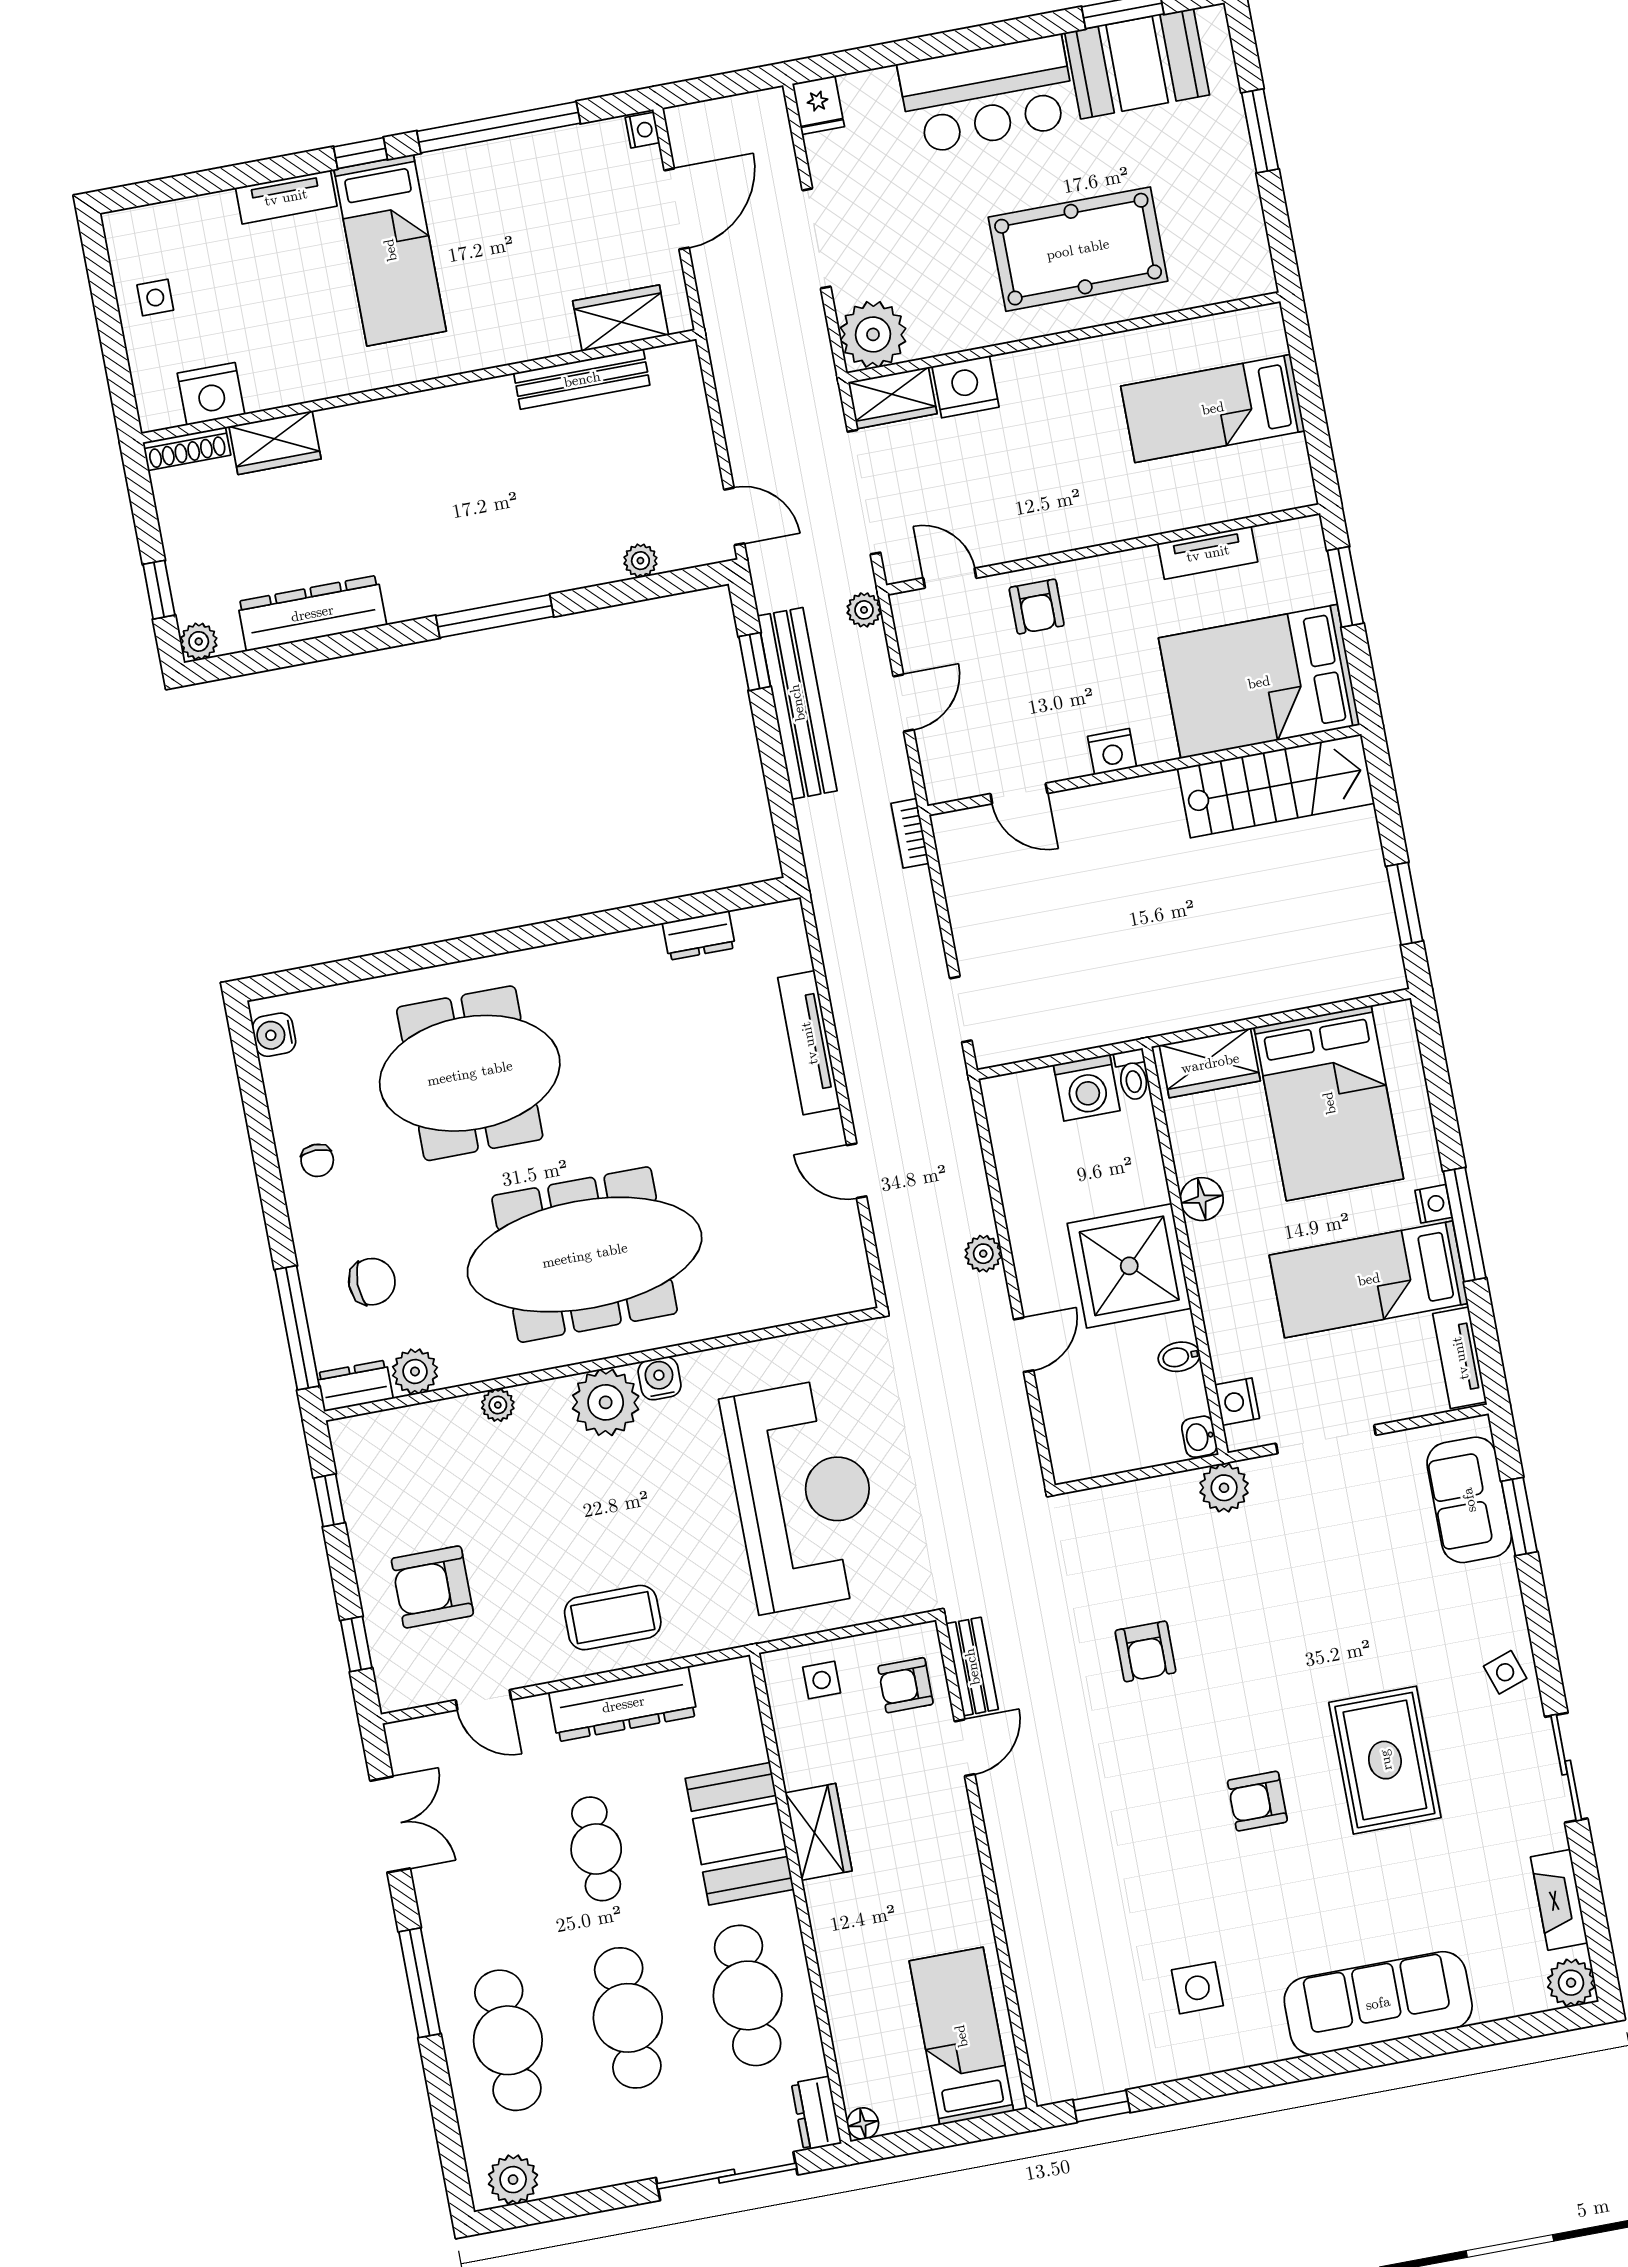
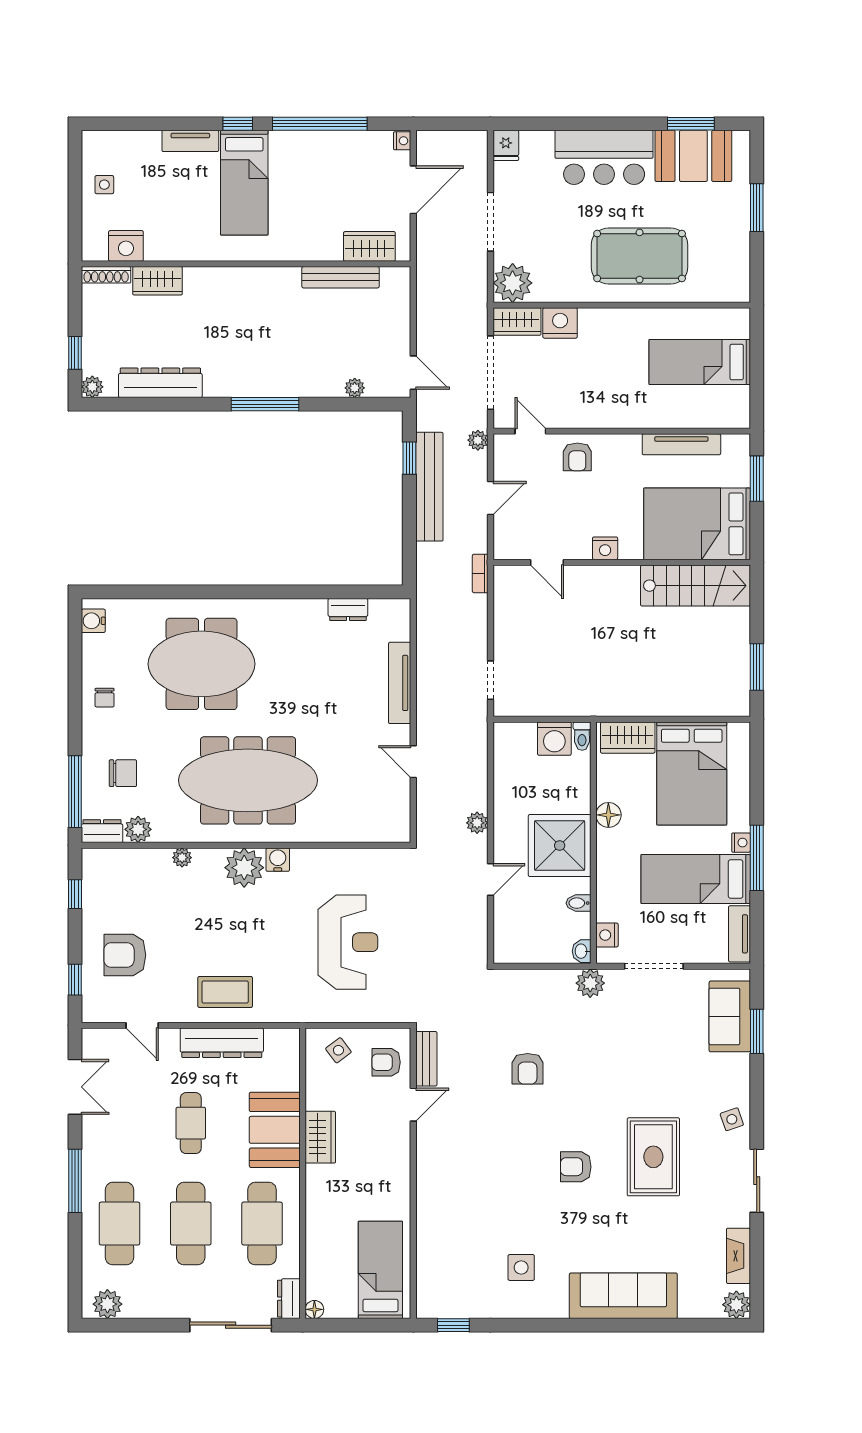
tv unit: (1208, 553) -> (681, 444), width x1.41
reception desk: (804, 1495) -> (348, 942), width x0.74, depth x0.77
side table: (822, 1680) -> (338, 1050), turned -37

